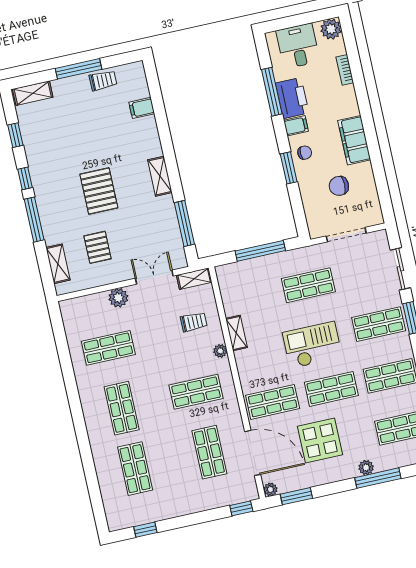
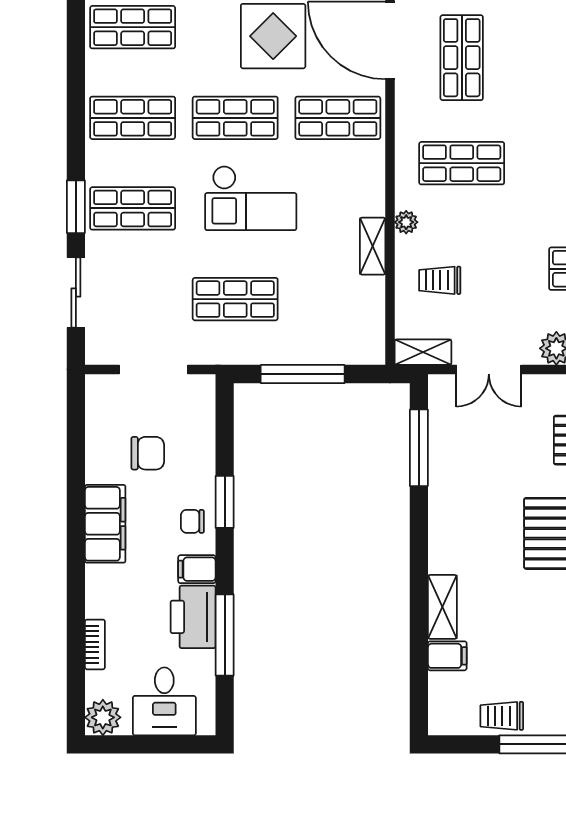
shelving: (160, 176) -> (442, 607), moved

